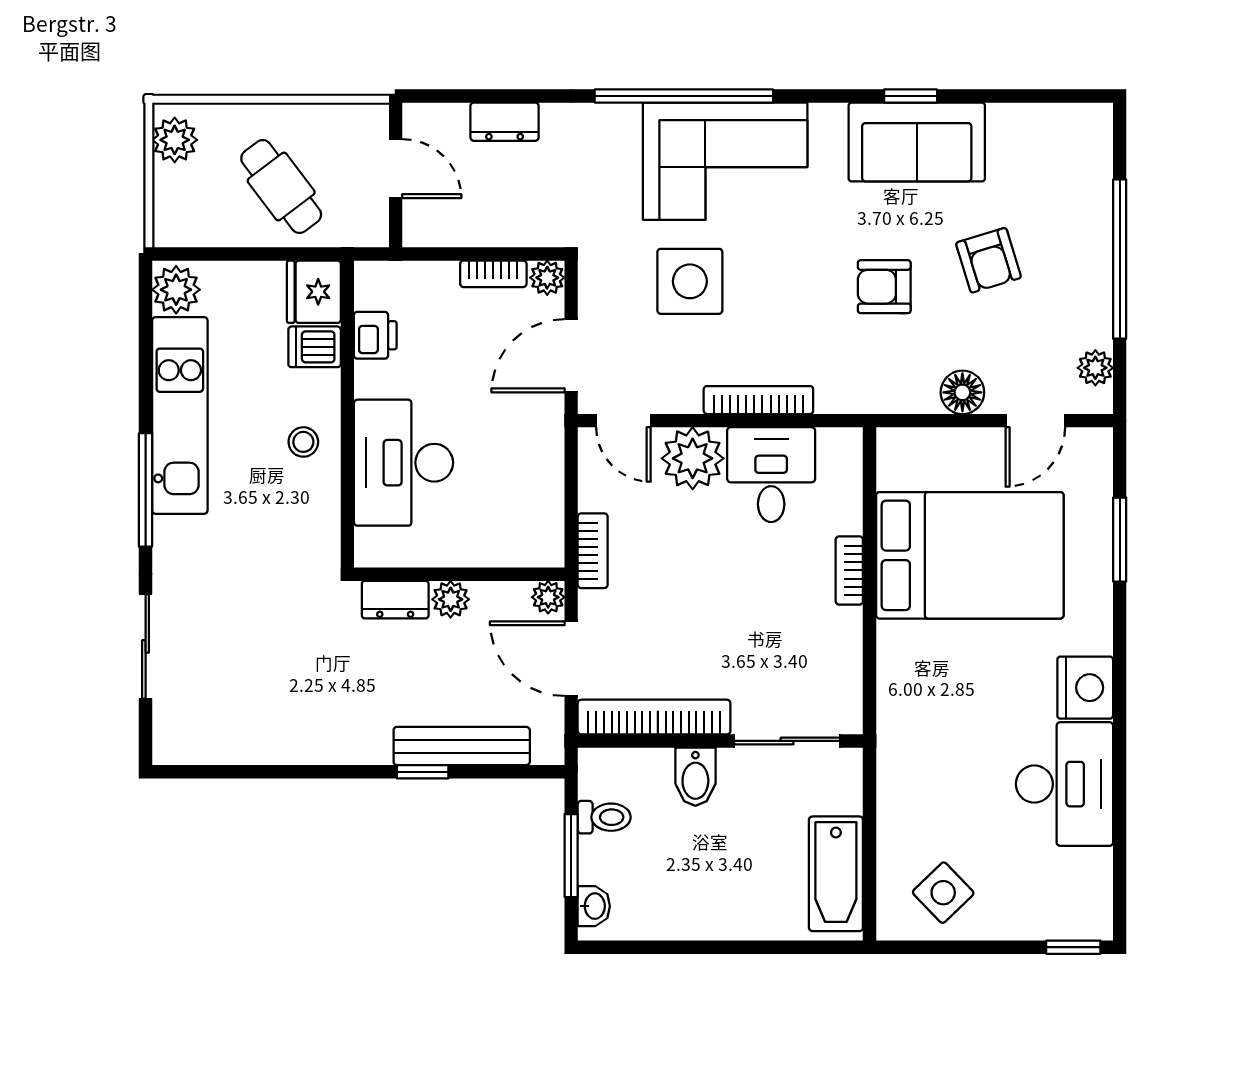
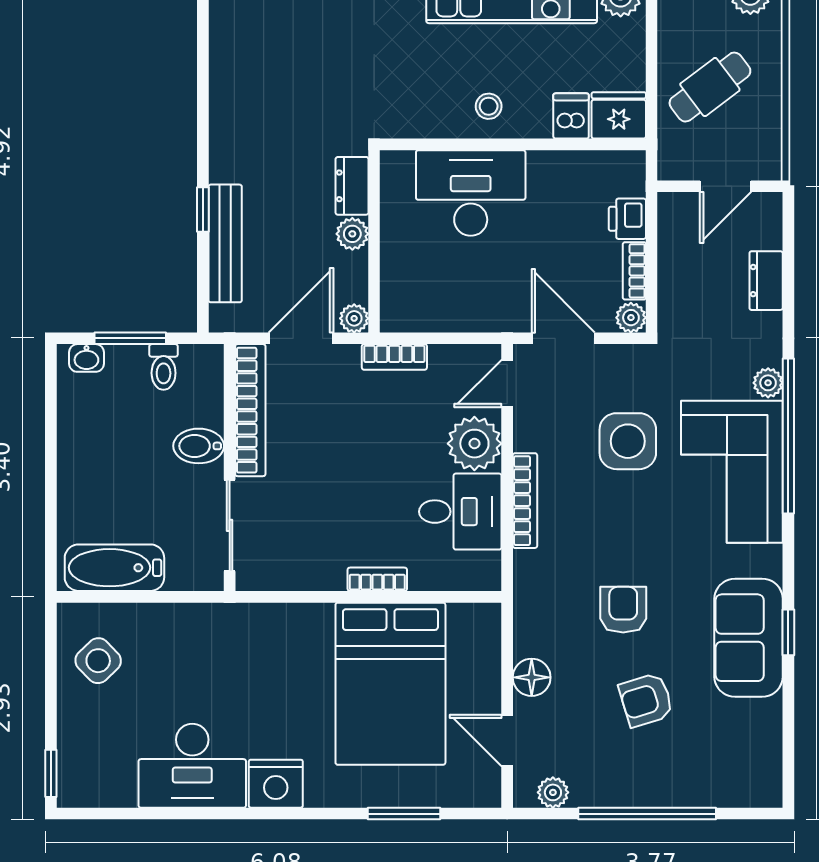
plant: (623, 119) -> (768, 383), added
printer: (375, 335) -> (627, 219), moved, turned 90

